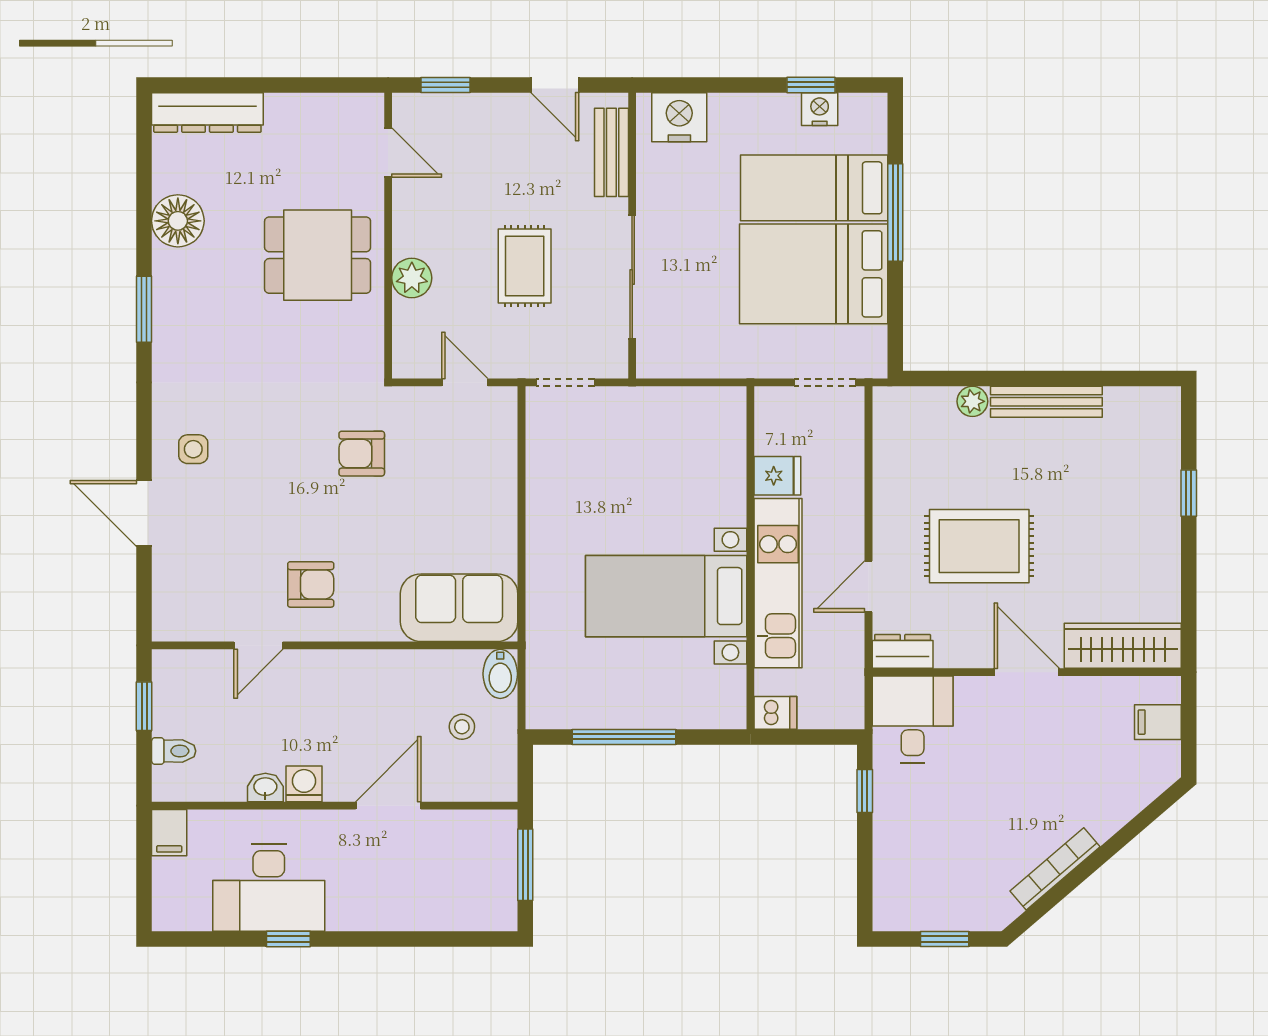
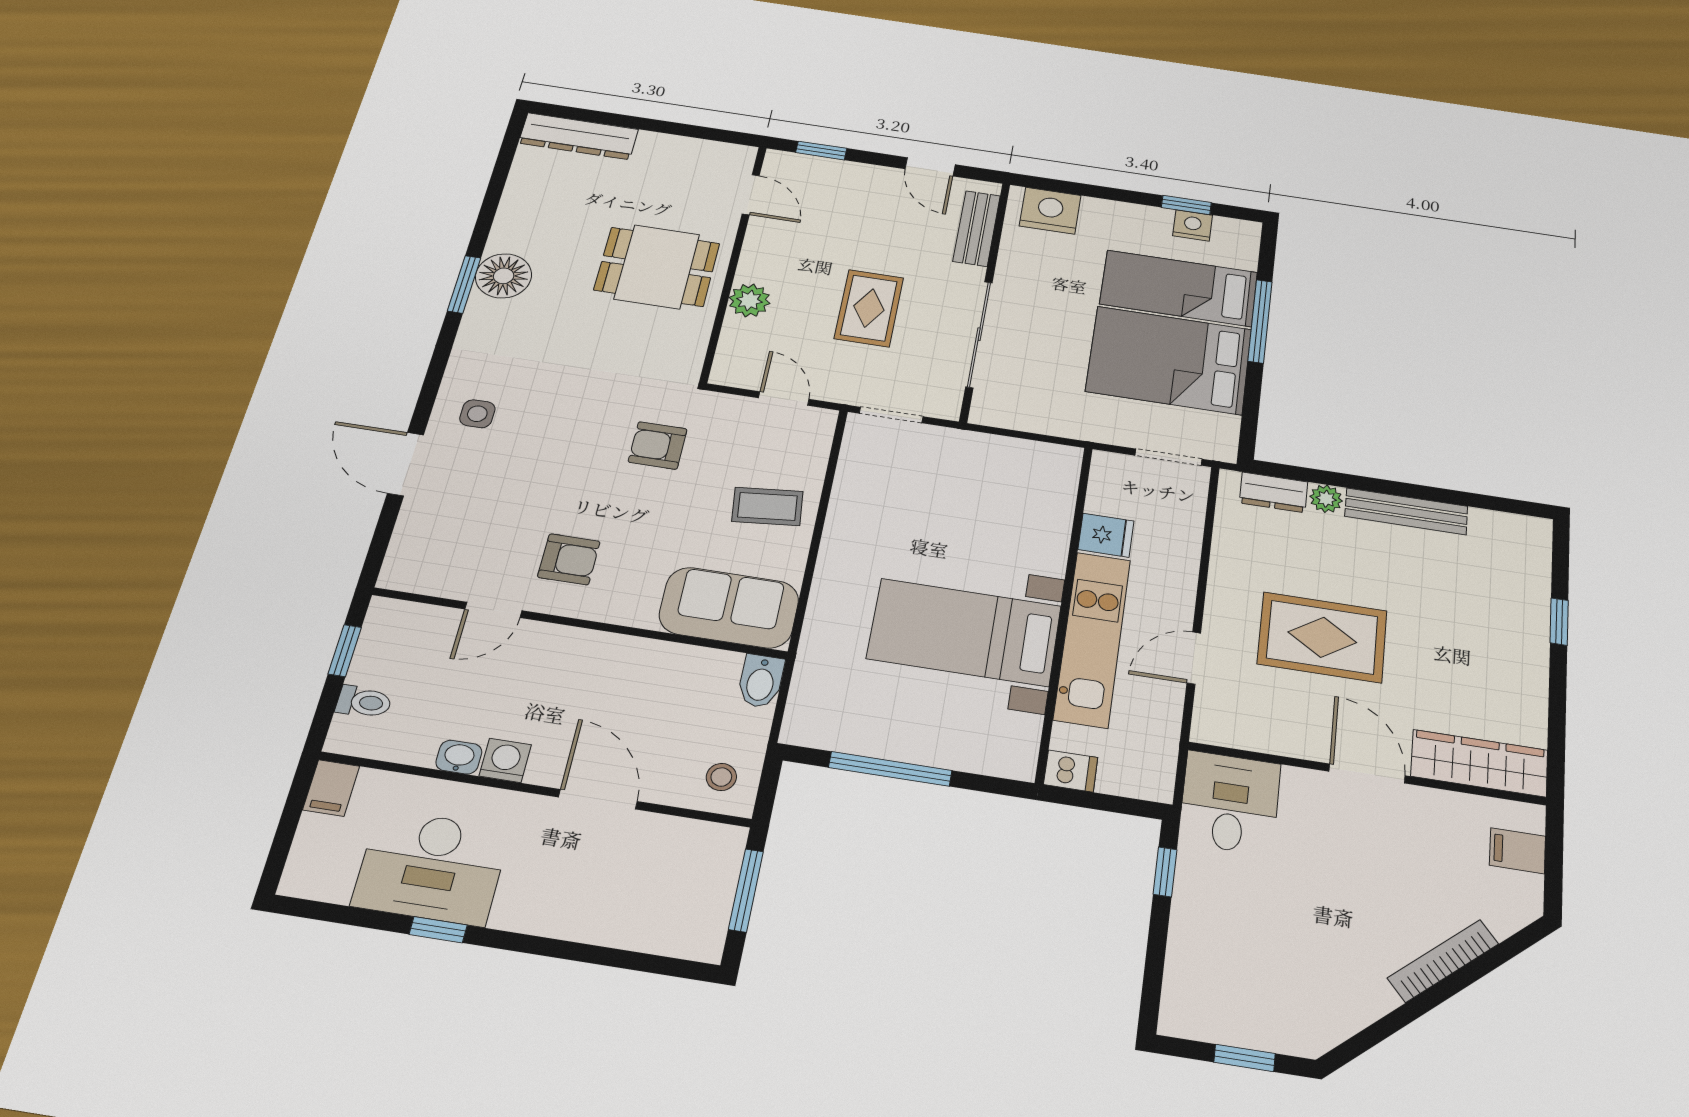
floor lamp: (178, 221) -> (504, 276), moved
coffee table: (472, 500) -> (767, 506), added
dresser: (903, 651) -> (1273, 492), moved, turned 180
stool: (462, 727) -> (721, 777), moved
door: (388, 806) -> (598, 799), hinge flipped
bookcase: (1055, 869) -> (1443, 961), moved

